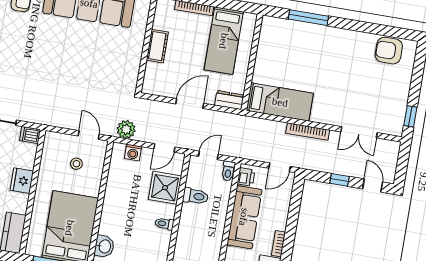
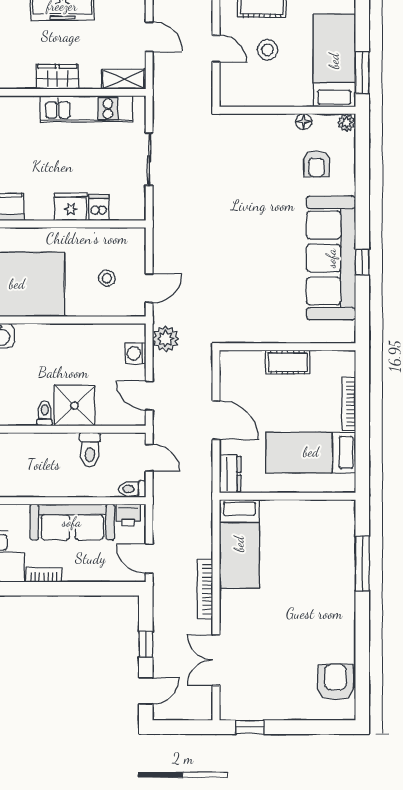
dishwasher: (30, 135) -> (99, 207), moved
shower: (165, 188) -> (74, 406), moved

